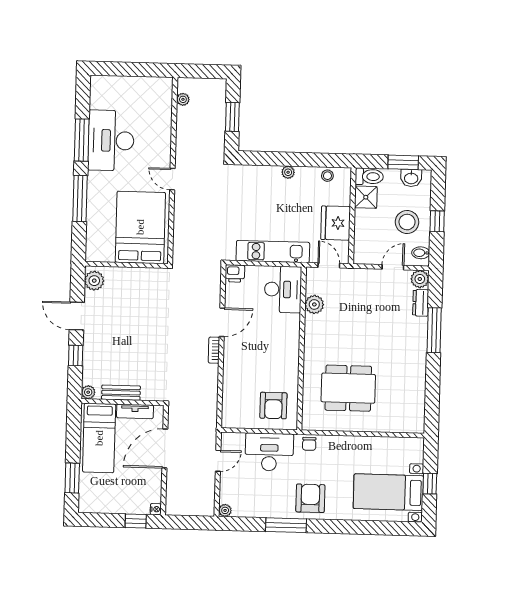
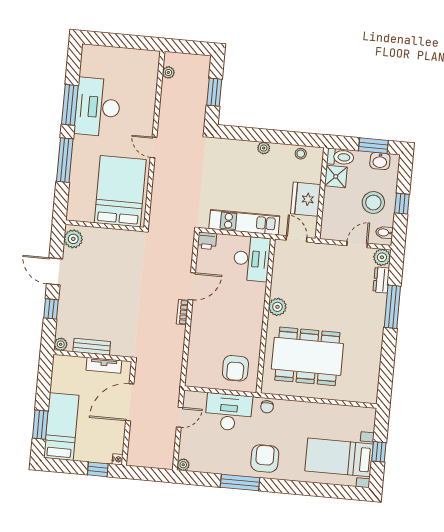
plant: (314, 304) -> (277, 307), moved
dining table: (348, 388) -> (307, 356), width x1.36, depth x1.24
bed: (99, 438) -> (61, 427), moved, turned 180

